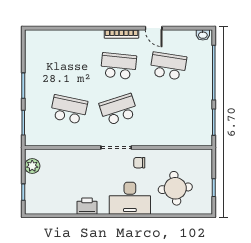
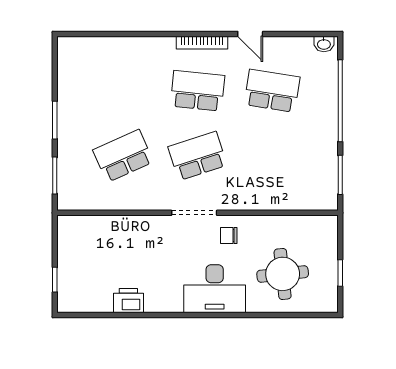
school desk: (69, 110) -> (123, 156), turned -36
plant: (32, 166) -> (68, 241), removed
printer: (87, 206) -> (128, 301), moved

